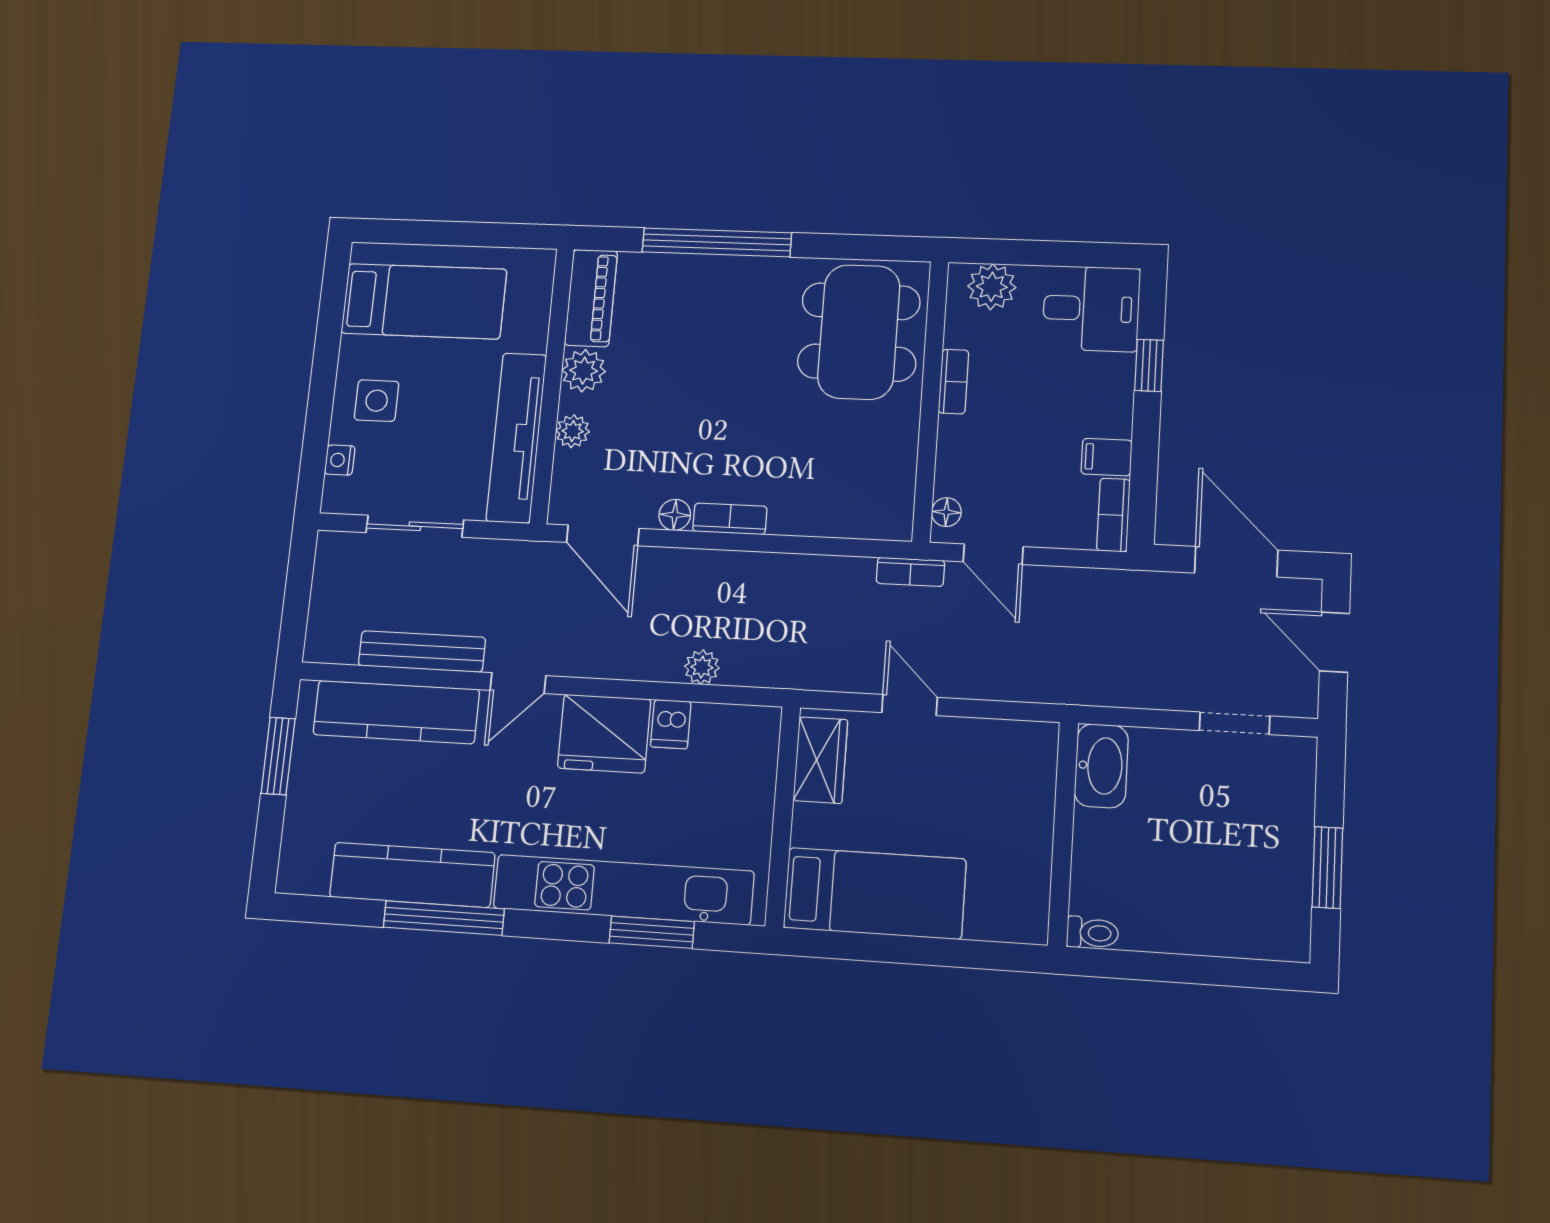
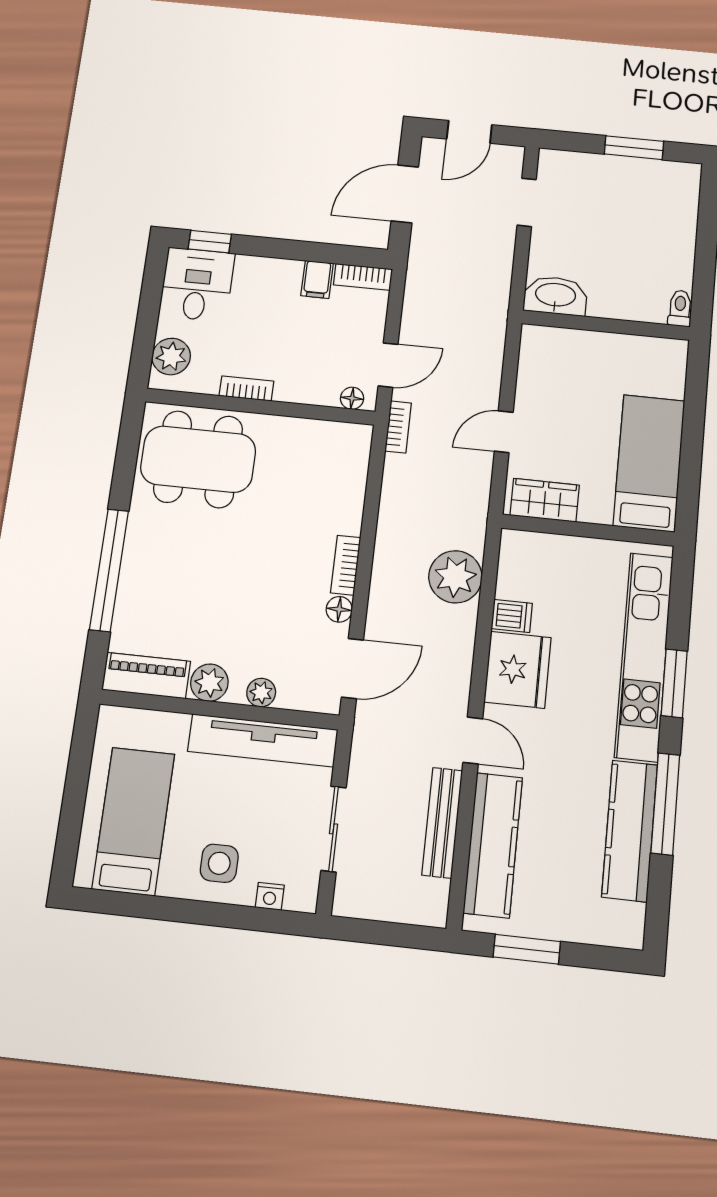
window: (1149, 365) -> (210, 242), moved
plant: (702, 667) -> (455, 577), width x1.88, depth x1.88
window: (652, 932) -> (674, 683), moved

